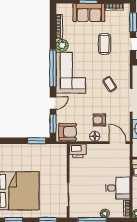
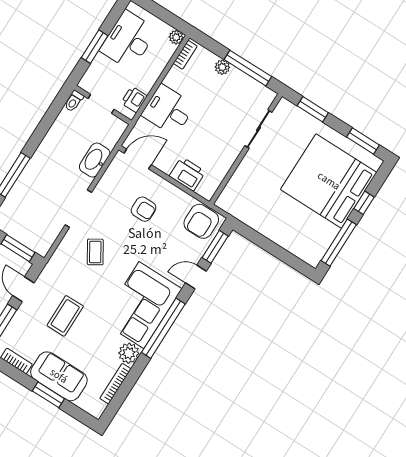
armchair: (68, 132) -> (201, 221), turned -90
floor lamp: (95, 136) -> (166, 189), removed
window: (37, 141) -> (255, 237), removed
door: (118, 143) -> (138, 159), swing flipped
printer: (78, 151) -> (187, 174), moved
desk: (118, 188) -> (168, 110), moved

